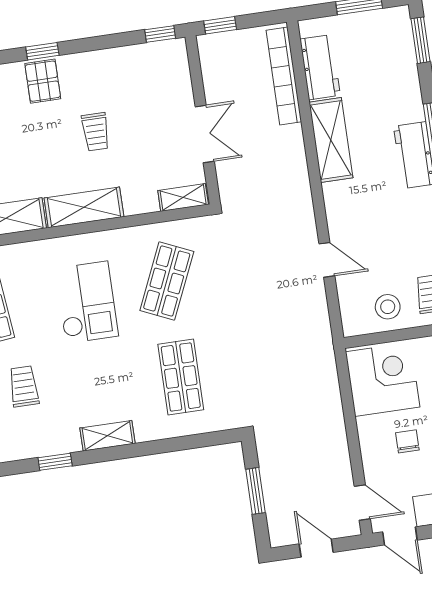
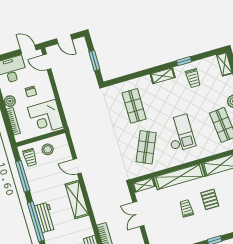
pallet: (43, 81) -> (210, 199), moved
shelving: (331, 140) -> (77, 199), moved
shelving: (84, 207) -> (179, 177), width x1.47
checkout: (87, 302) -> (180, 133), turned 180
trolley: (24, 386) -> (193, 78), moved

